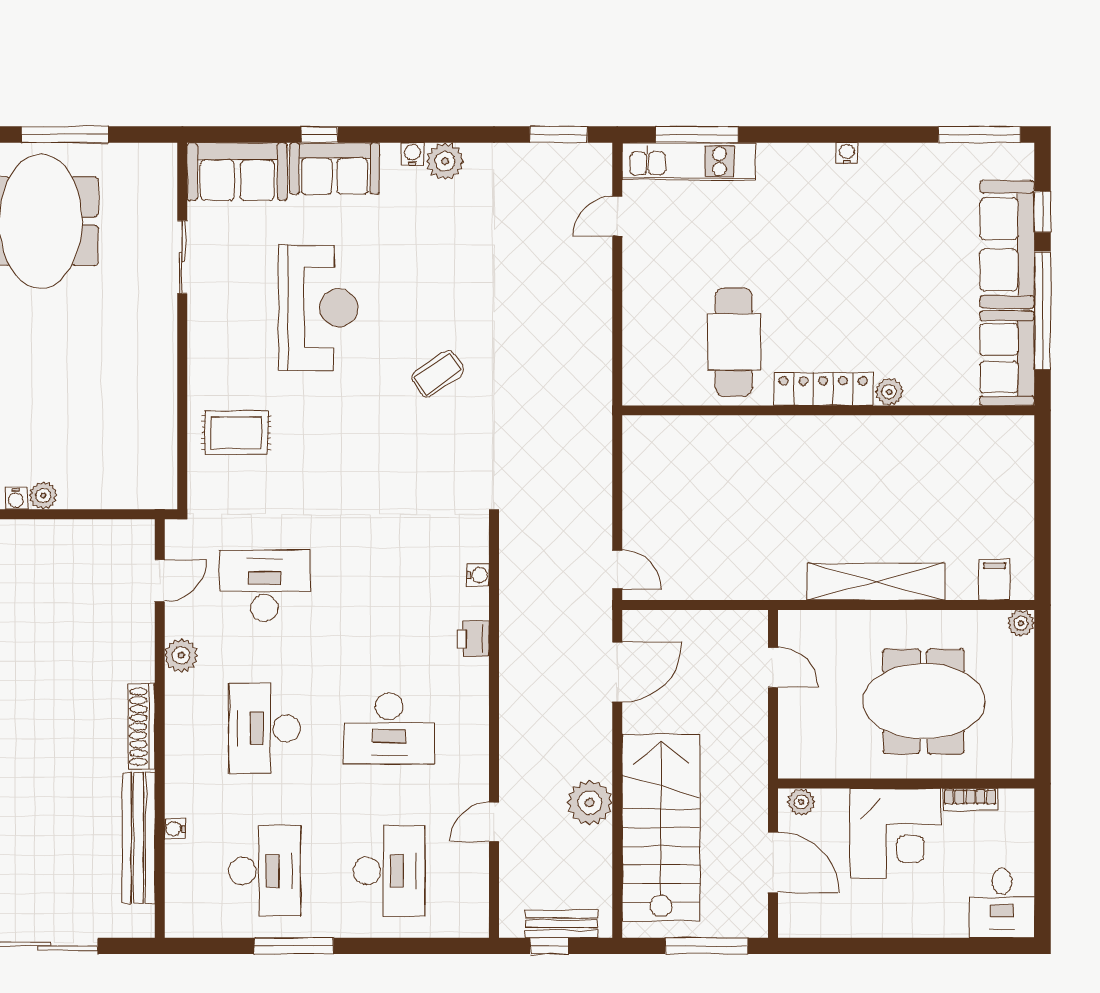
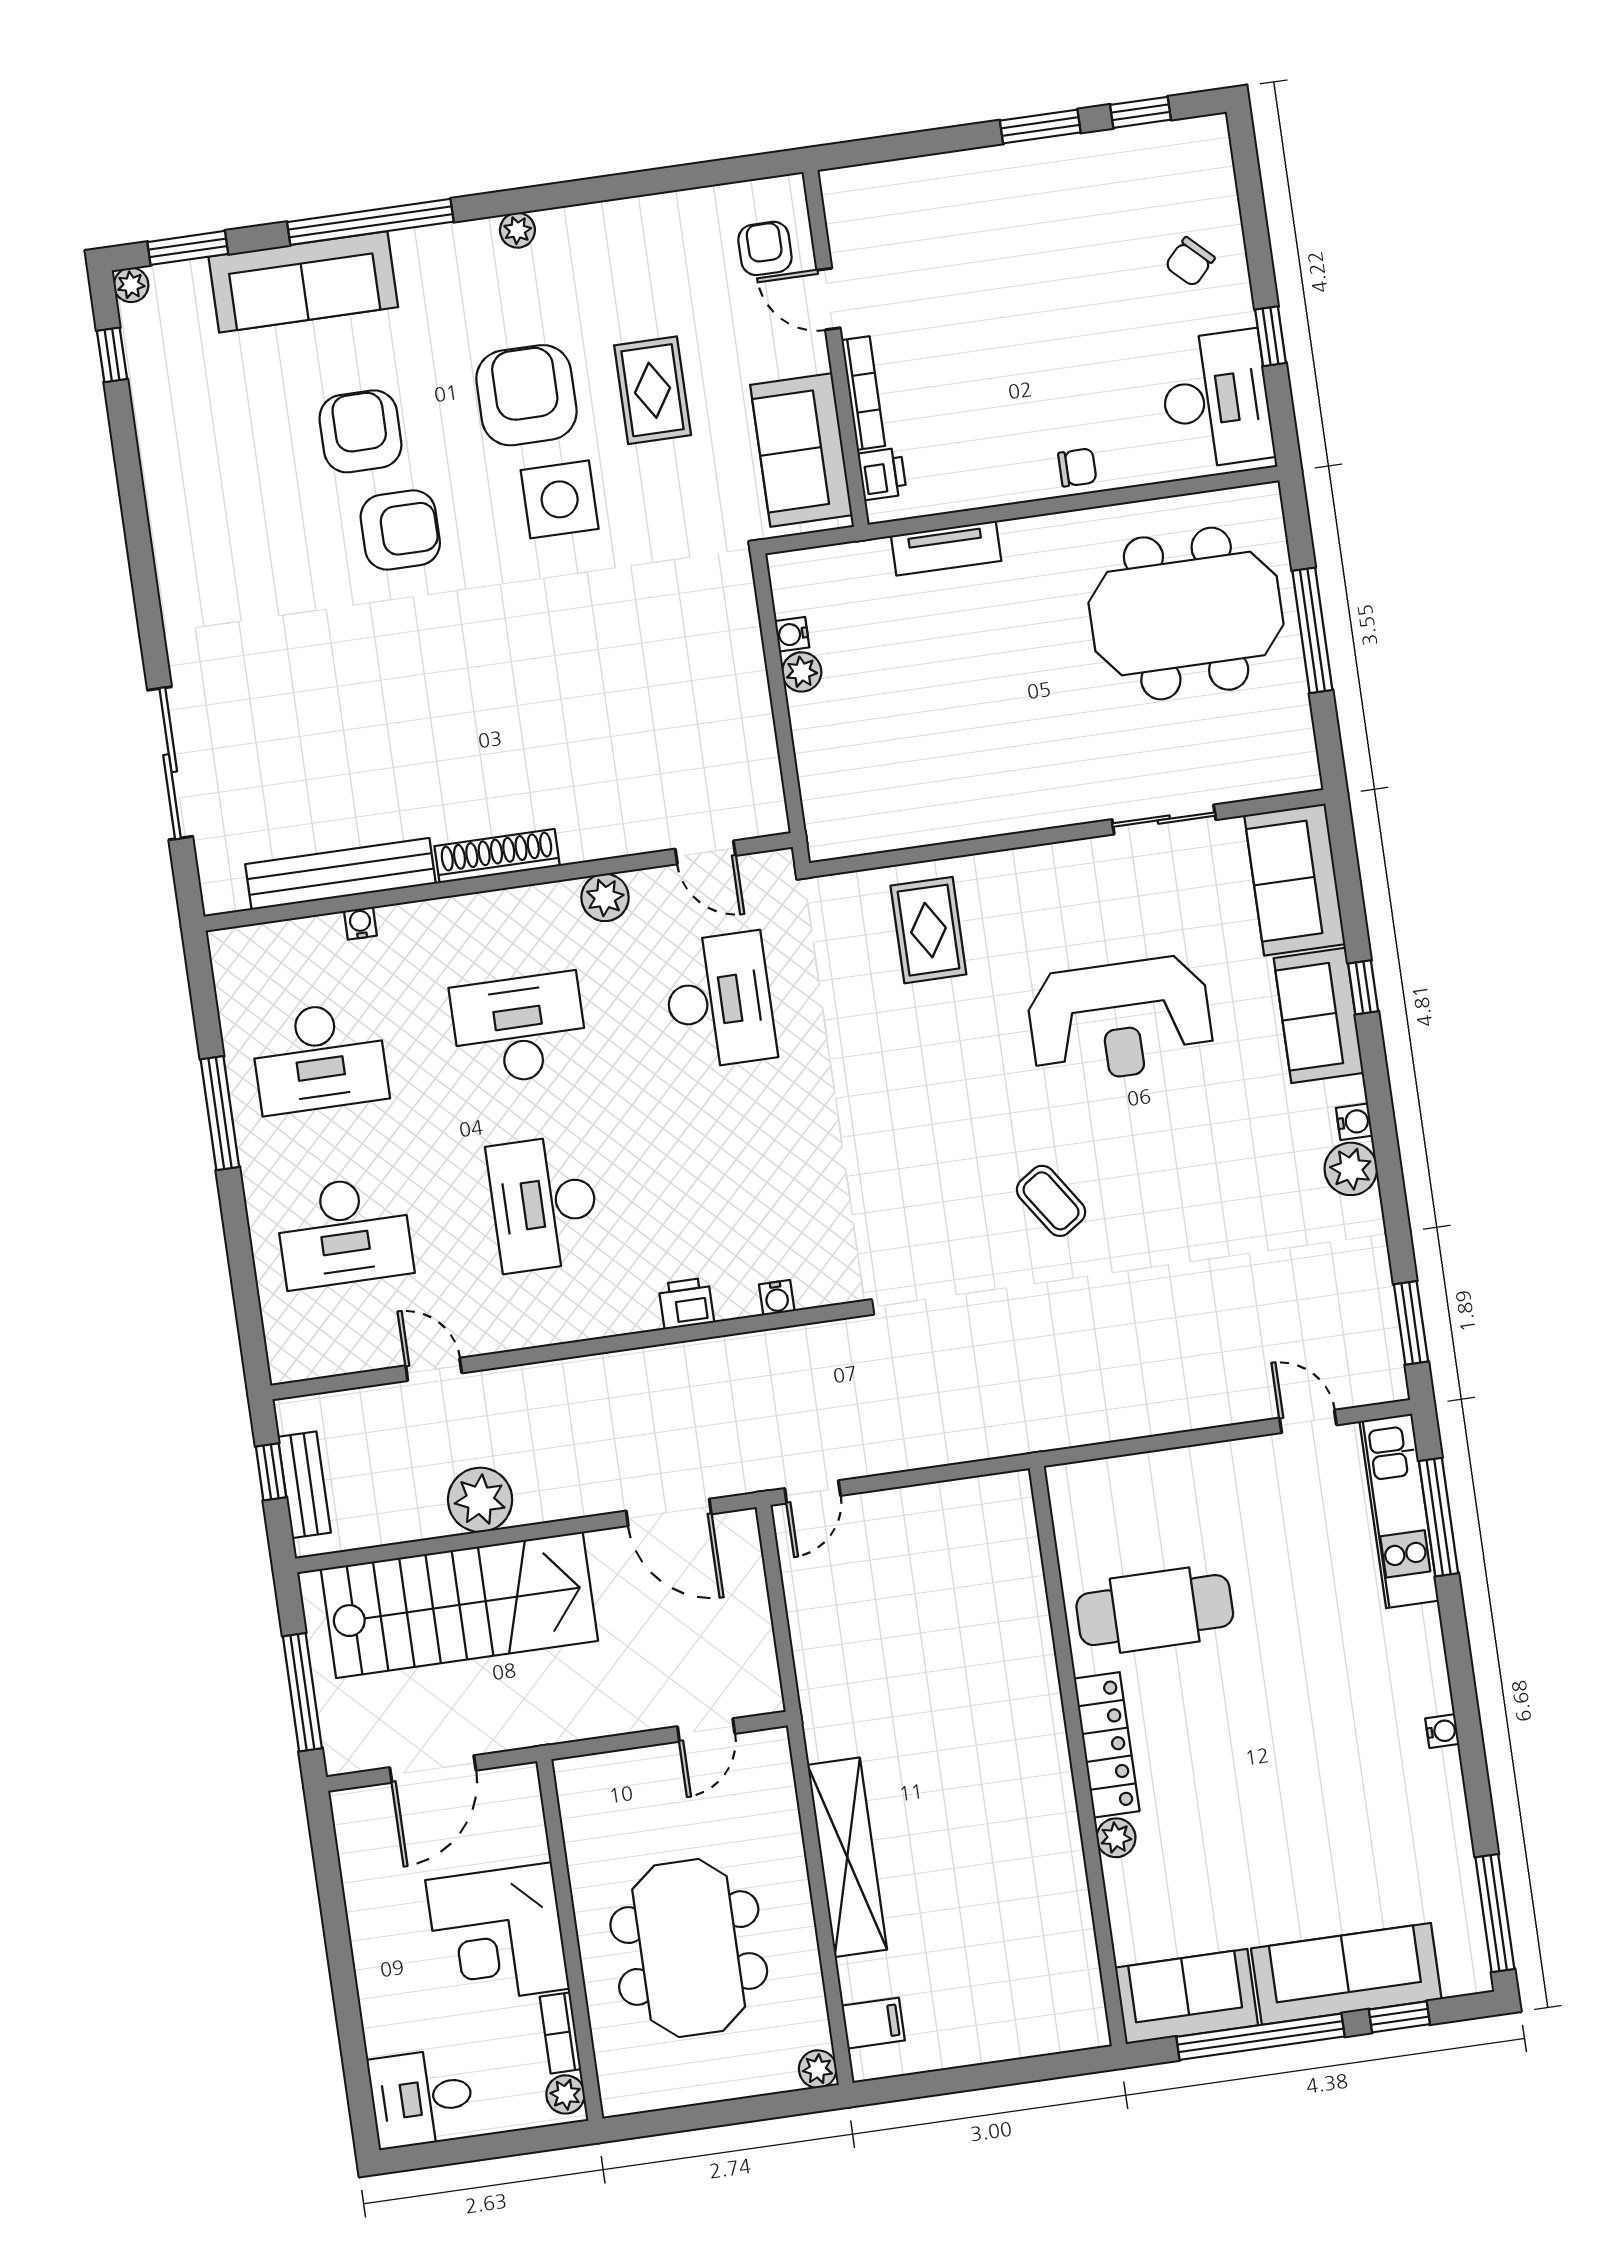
plant: (801, 802) -> (566, 2094), moved

